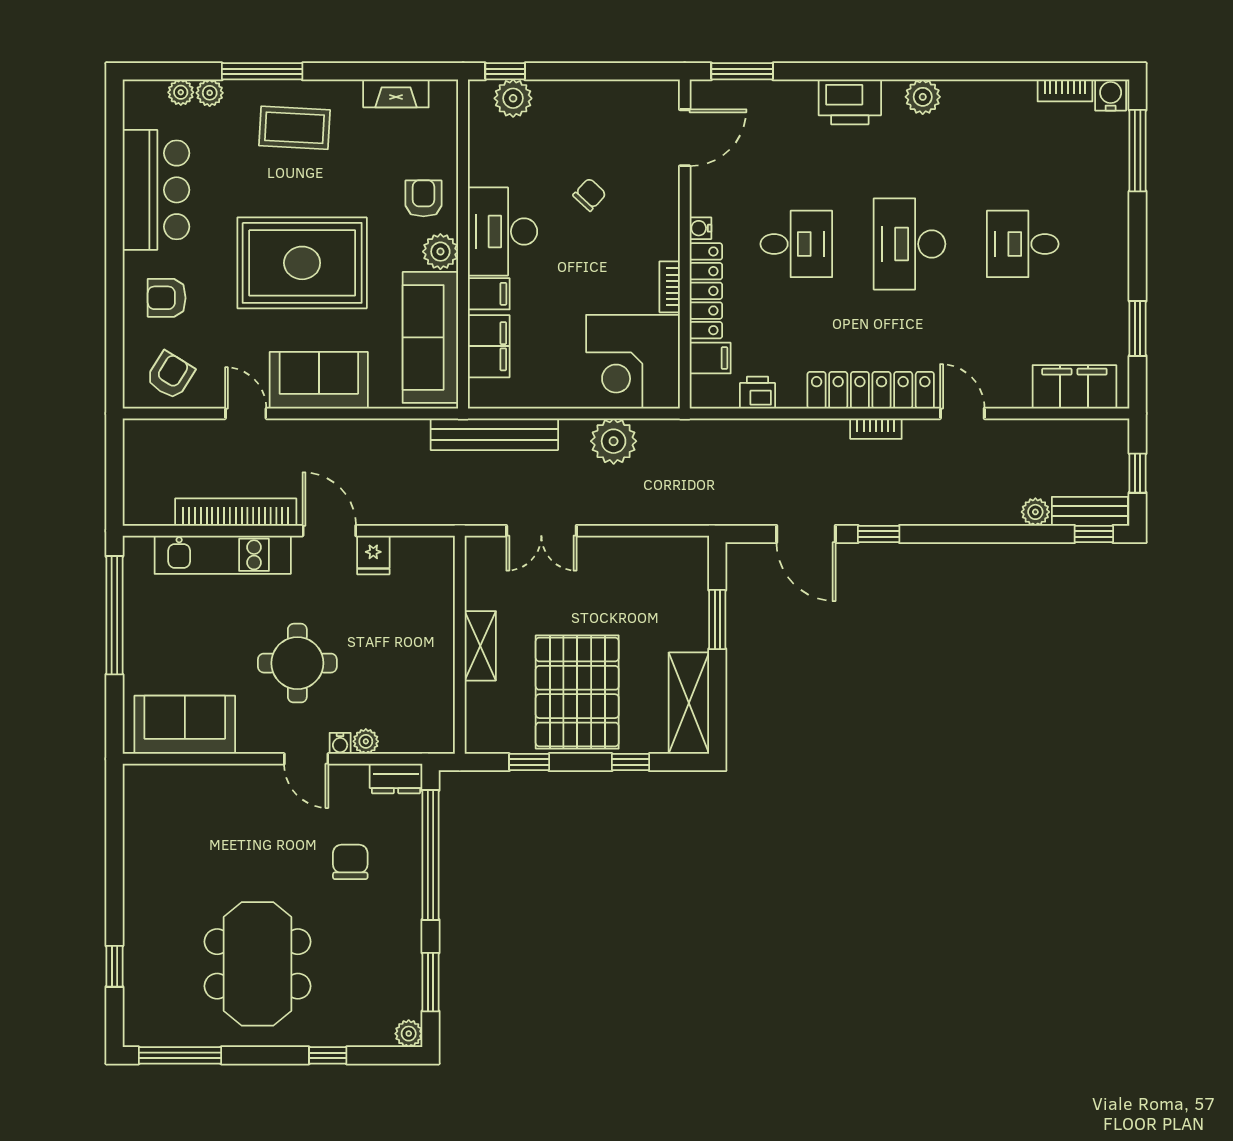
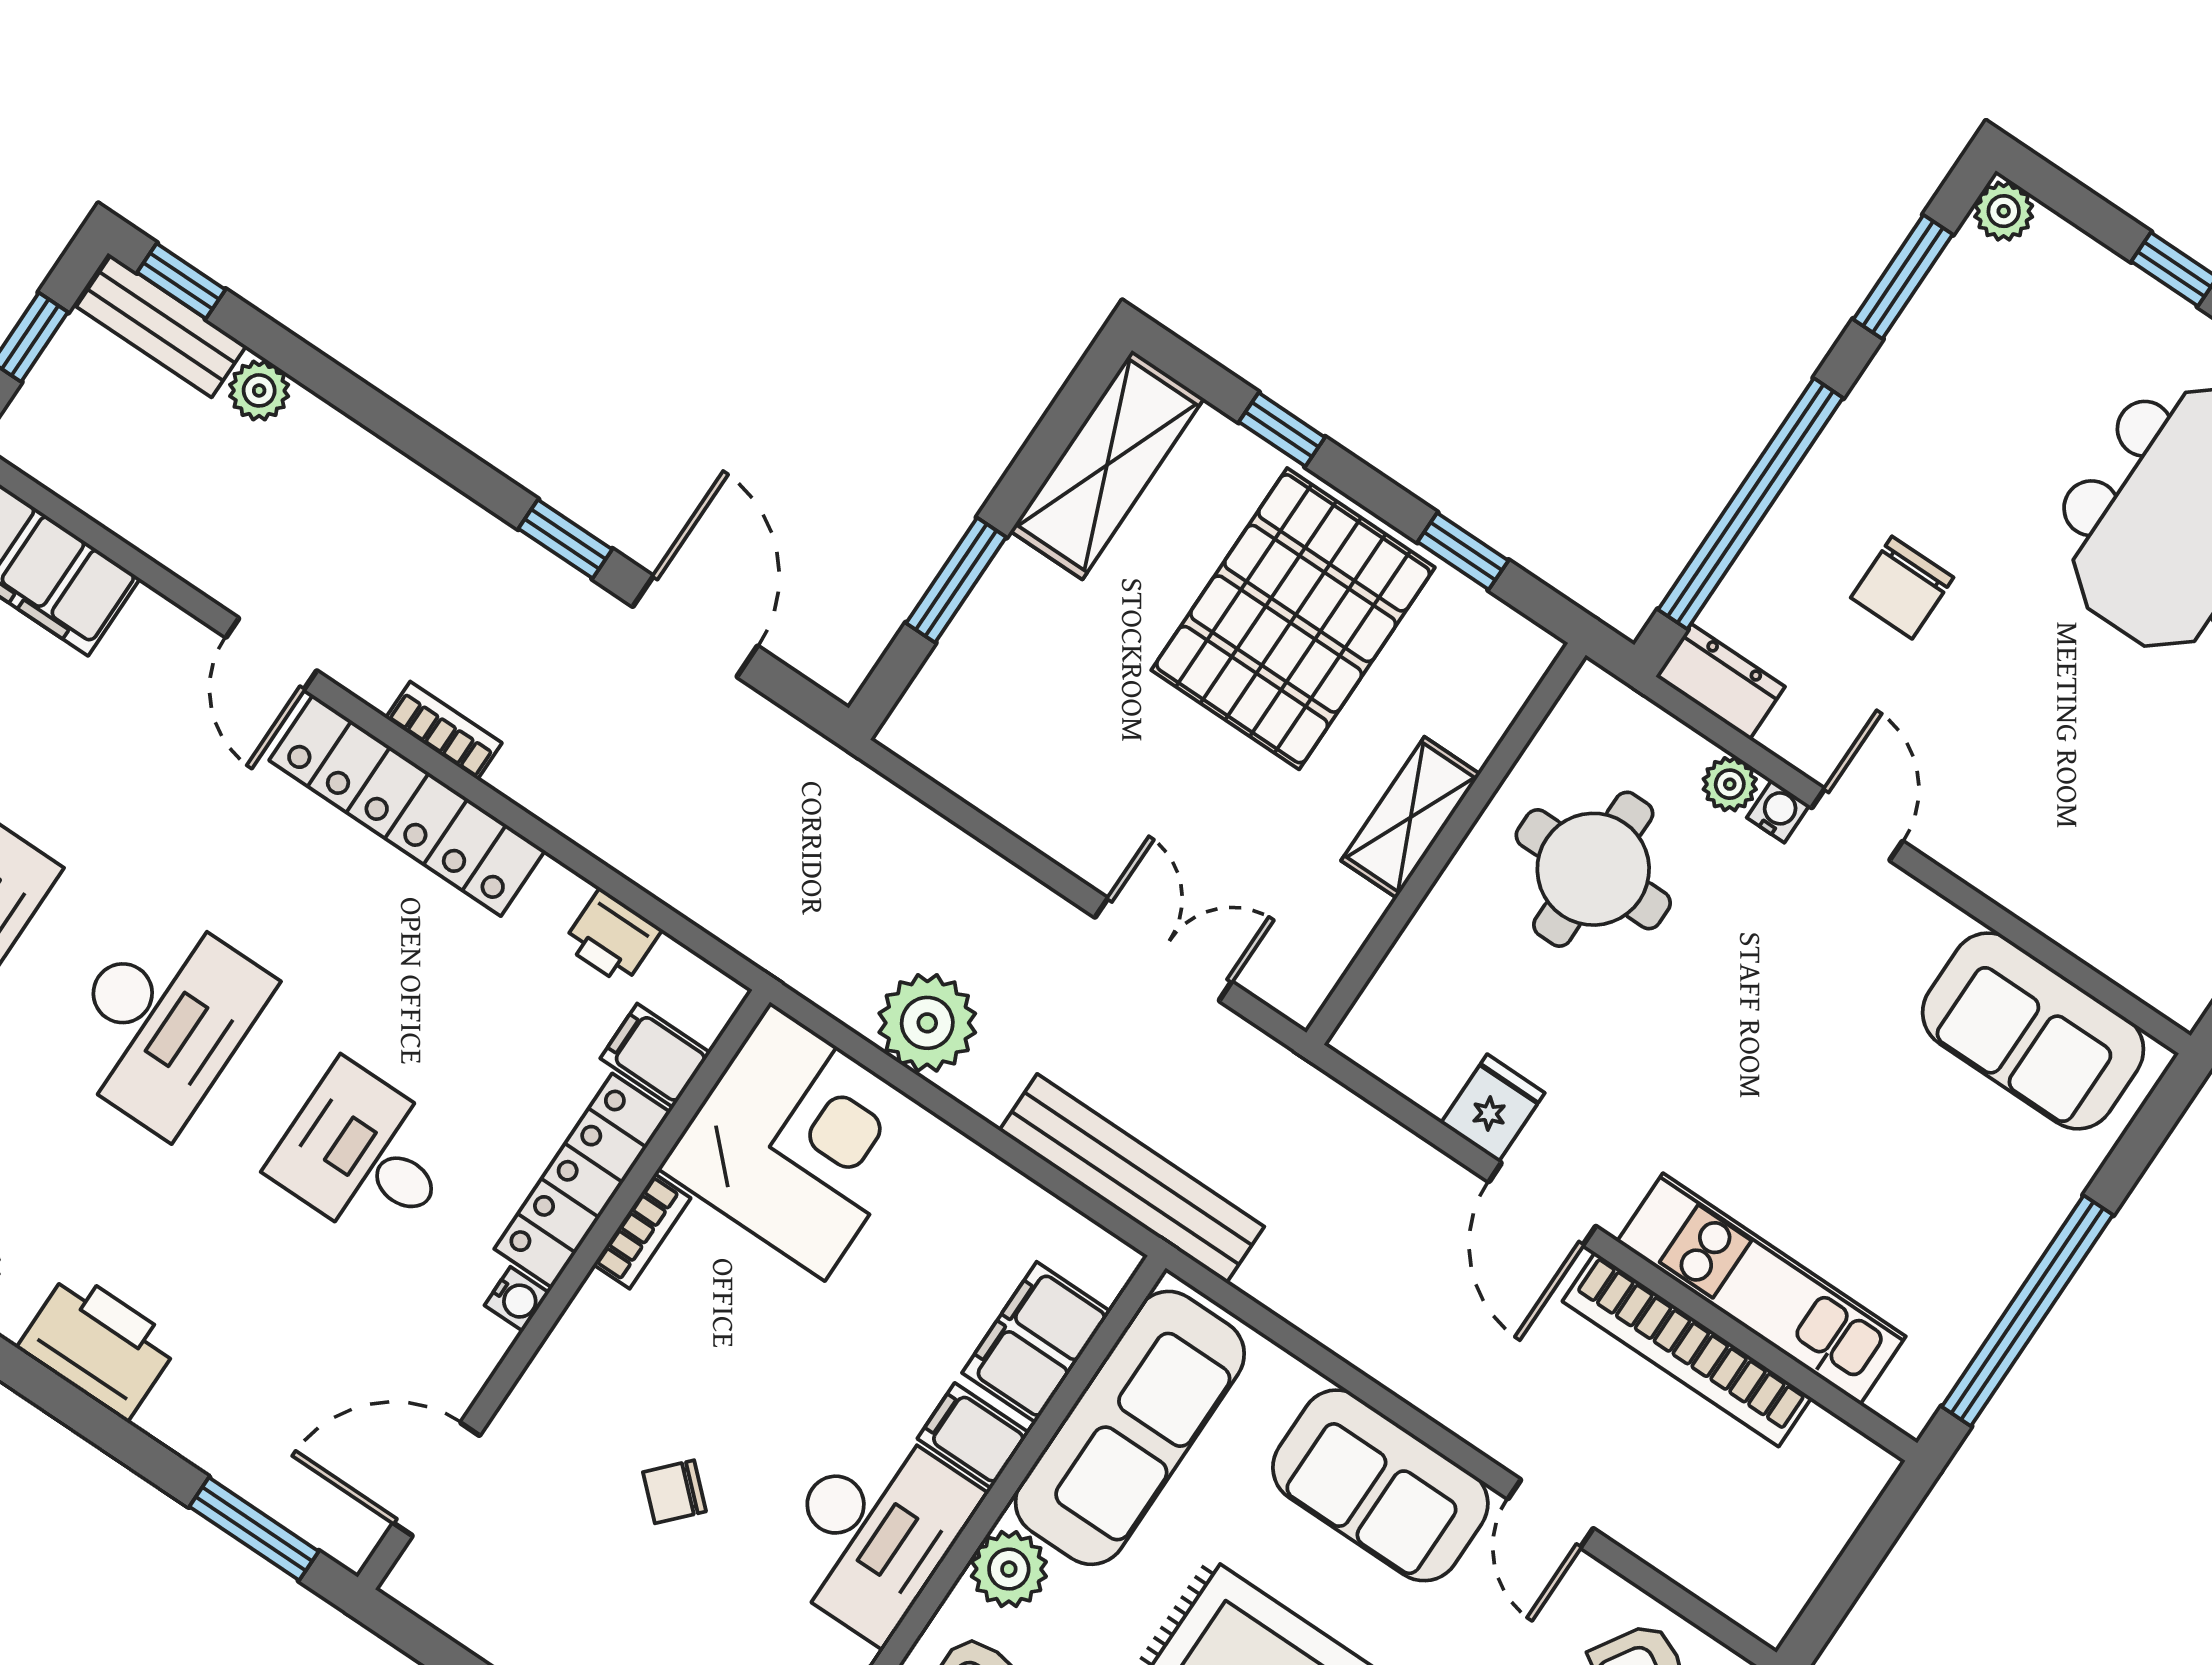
round table: (297, 663) -> (1593, 869), moved

